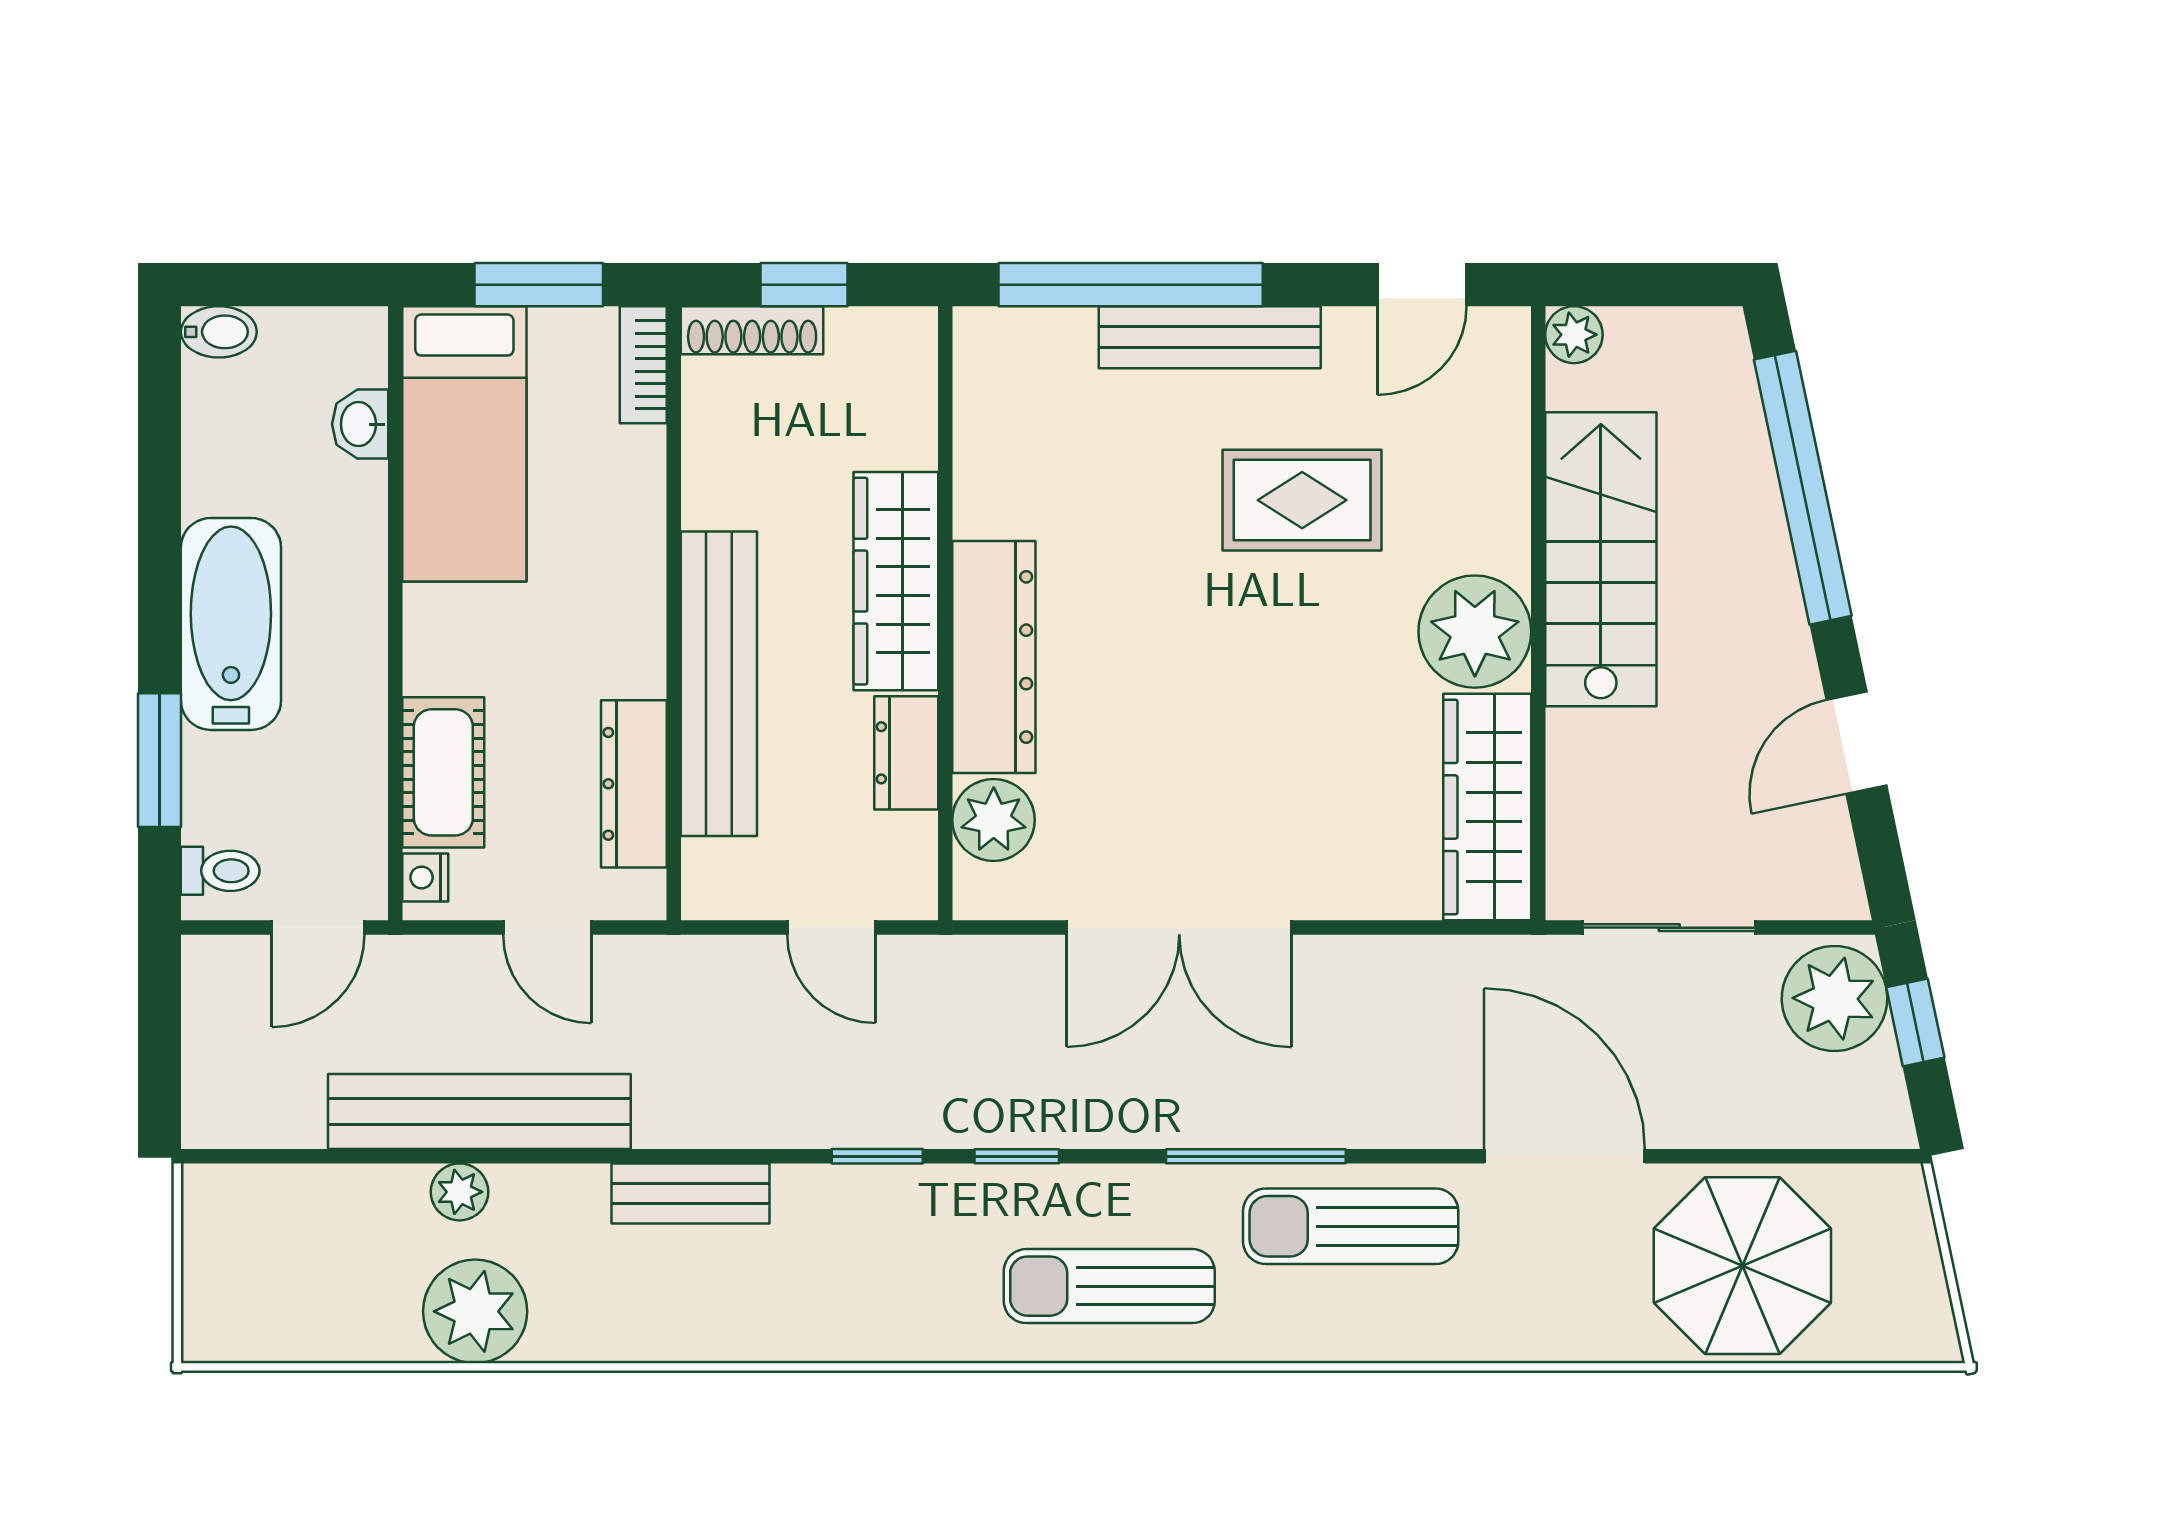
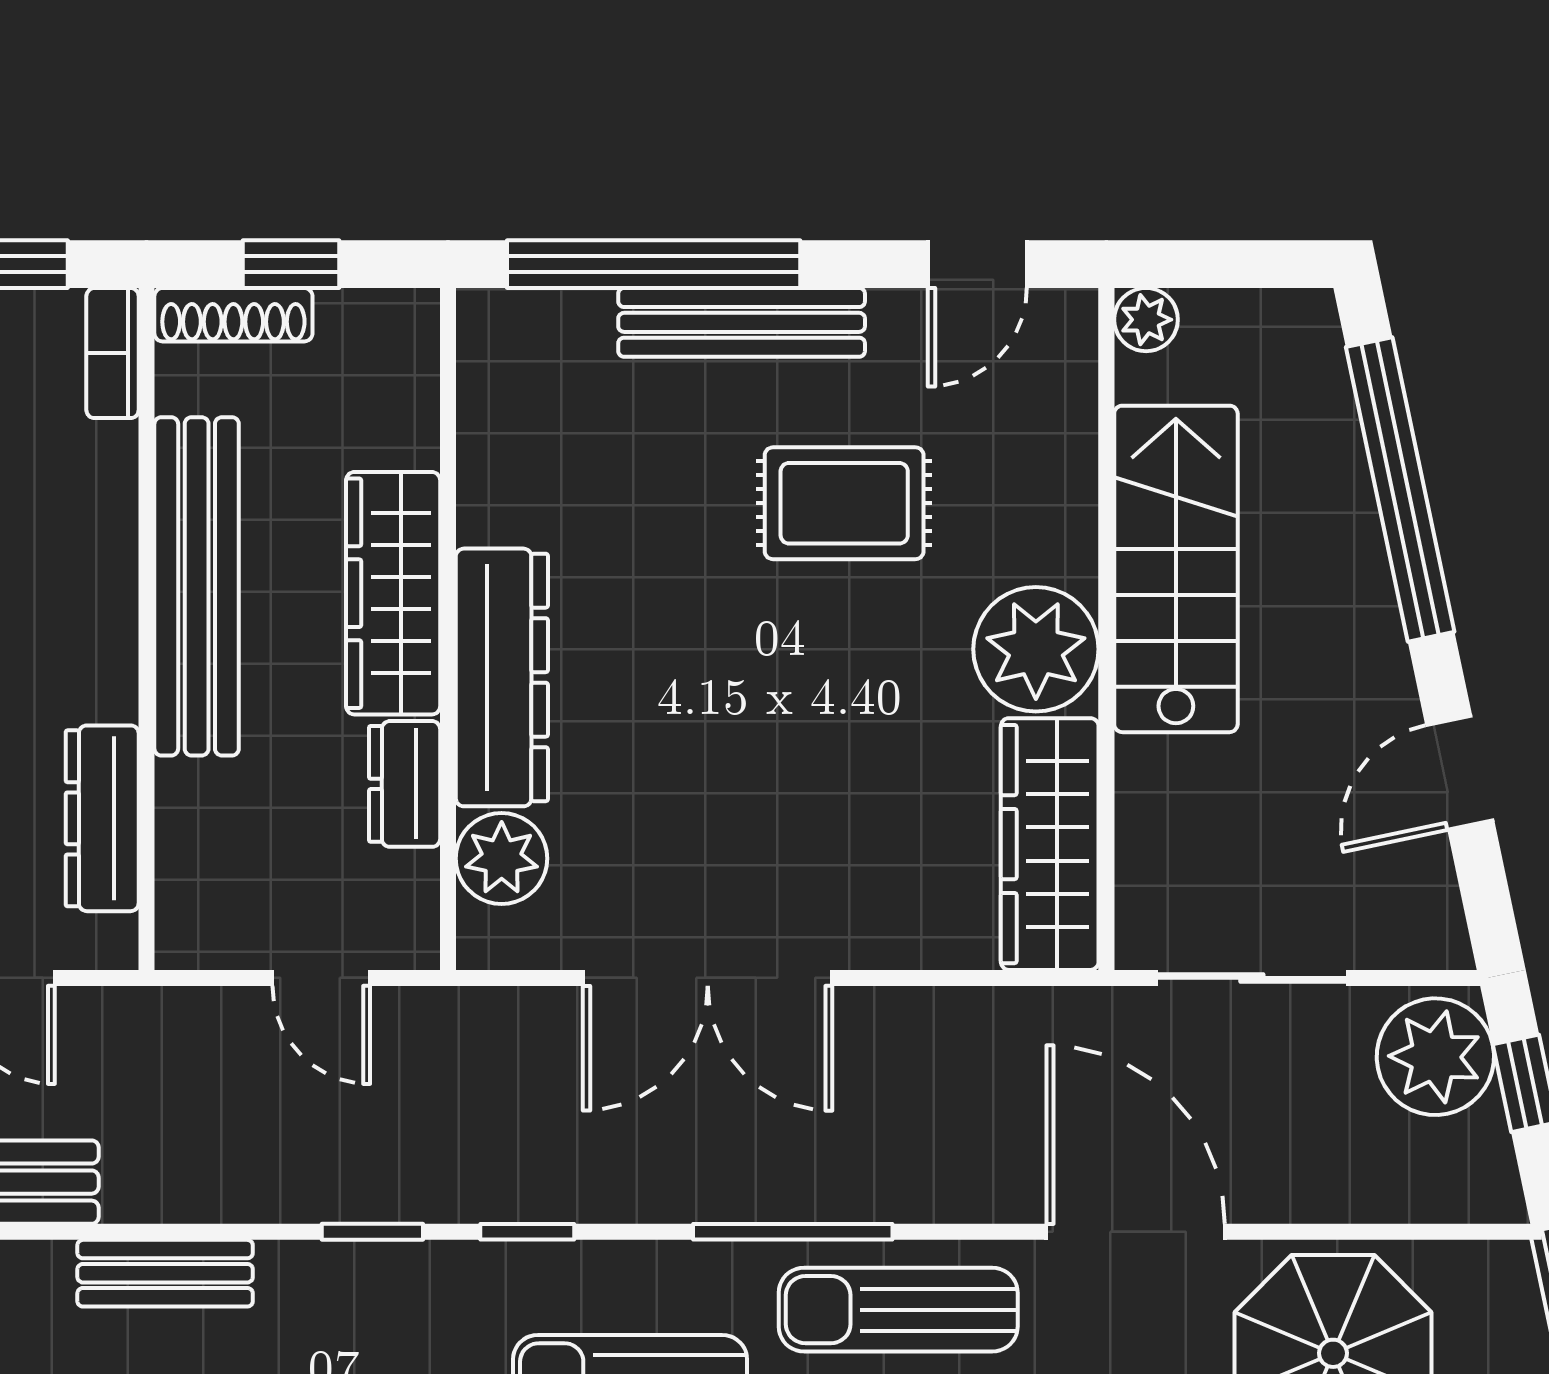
bench: (719, 684) -> (197, 586), moved

